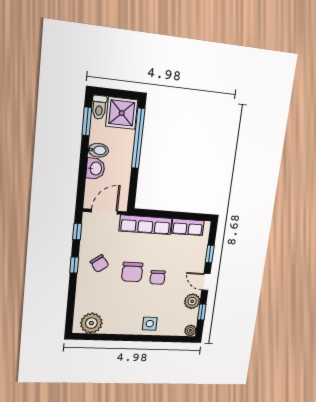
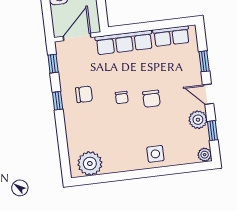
chair: (99, 264) -> (84, 94), turned -54
chair: (132, 272) -> (122, 97), width x0.54, depth x0.54

